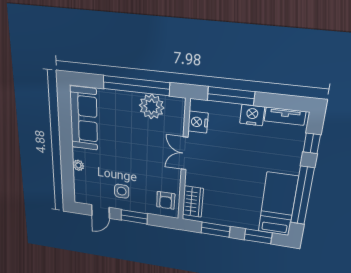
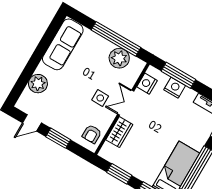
nightstand: (252, 115) -> (175, 88), moved
plant: (78, 165) -> (38, 84), width x1.88, depth x1.88
side table: (122, 191) -> (100, 98), moved
wardrobe: (193, 202) -> (119, 132), moved

